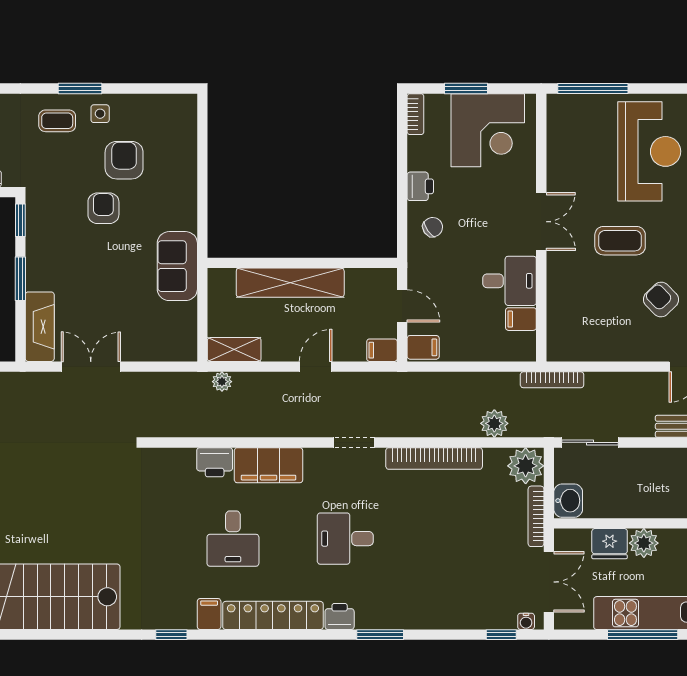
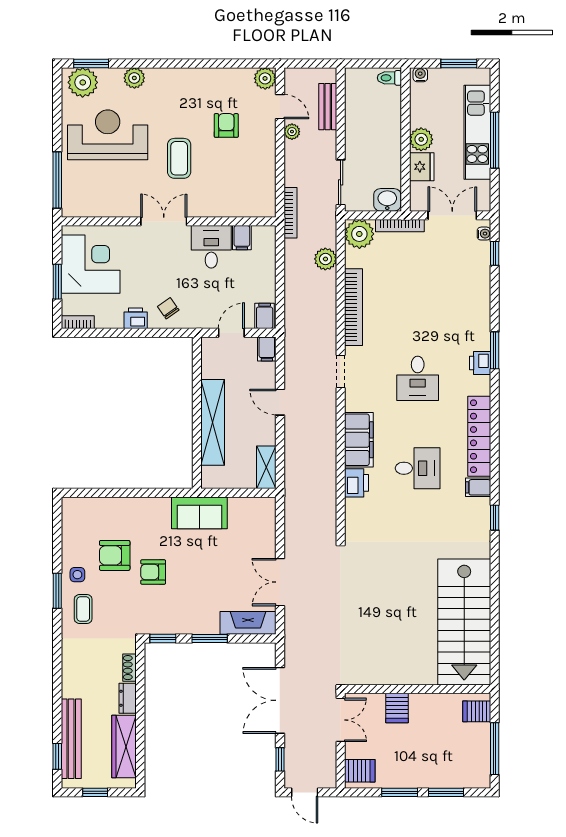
armchair: (661, 300) -> (226, 125), turned 134
plant: (222, 382) -> (292, 132), moved
printer: (340, 616) -> (480, 363), moved

